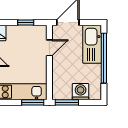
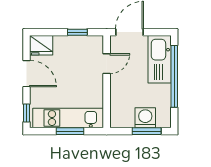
window: (33, 102) -> (70, 131), moved
window: (67, 102) -> (147, 131), moved

